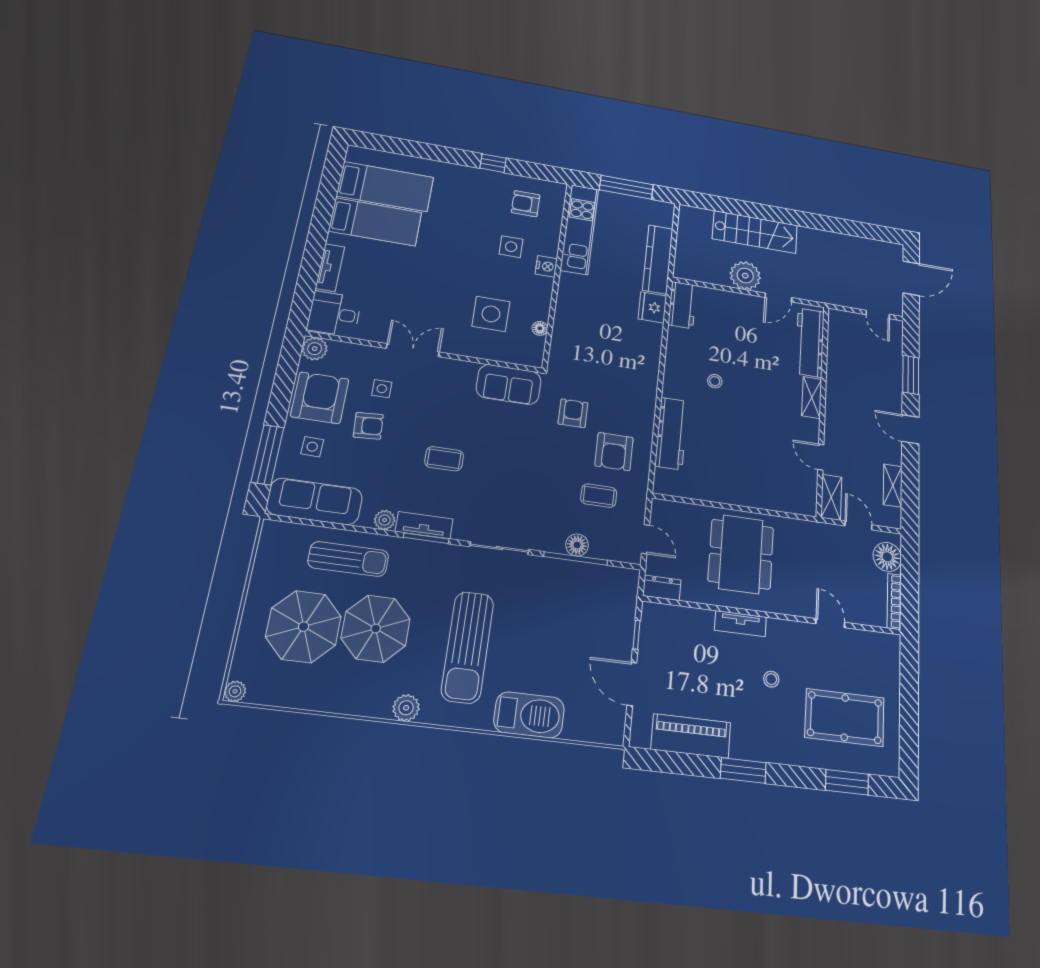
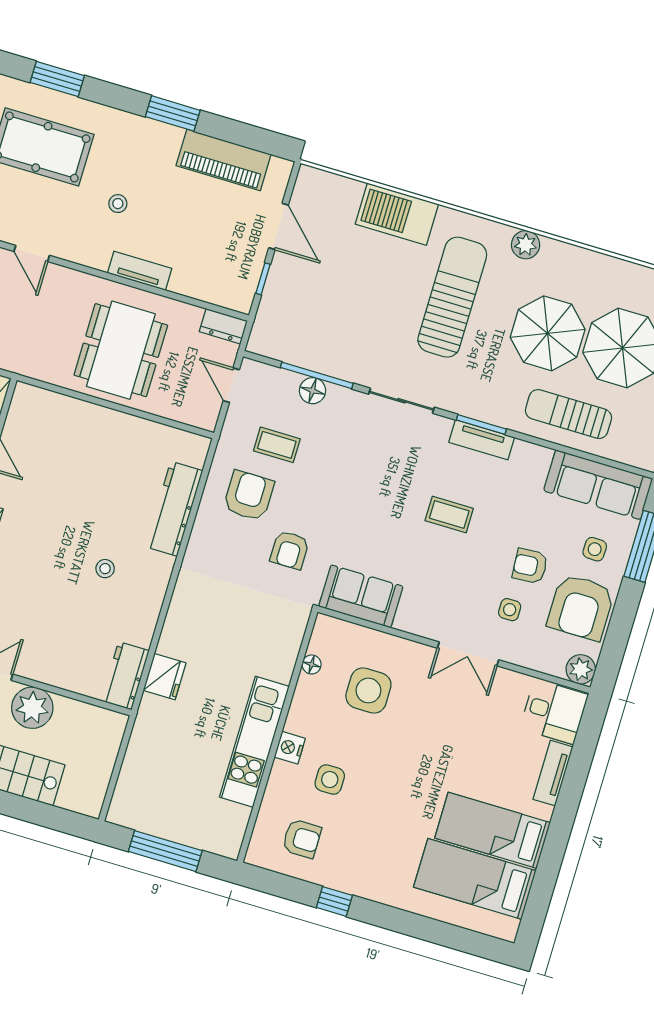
kitchen unit: (579, 229) -> (254, 742), moved
kitchen counter: (658, 259) -> (144, 743), removed
plant: (385, 520) -> (524, 452), removed

